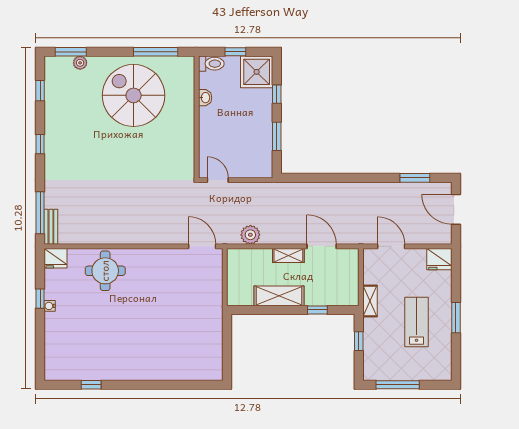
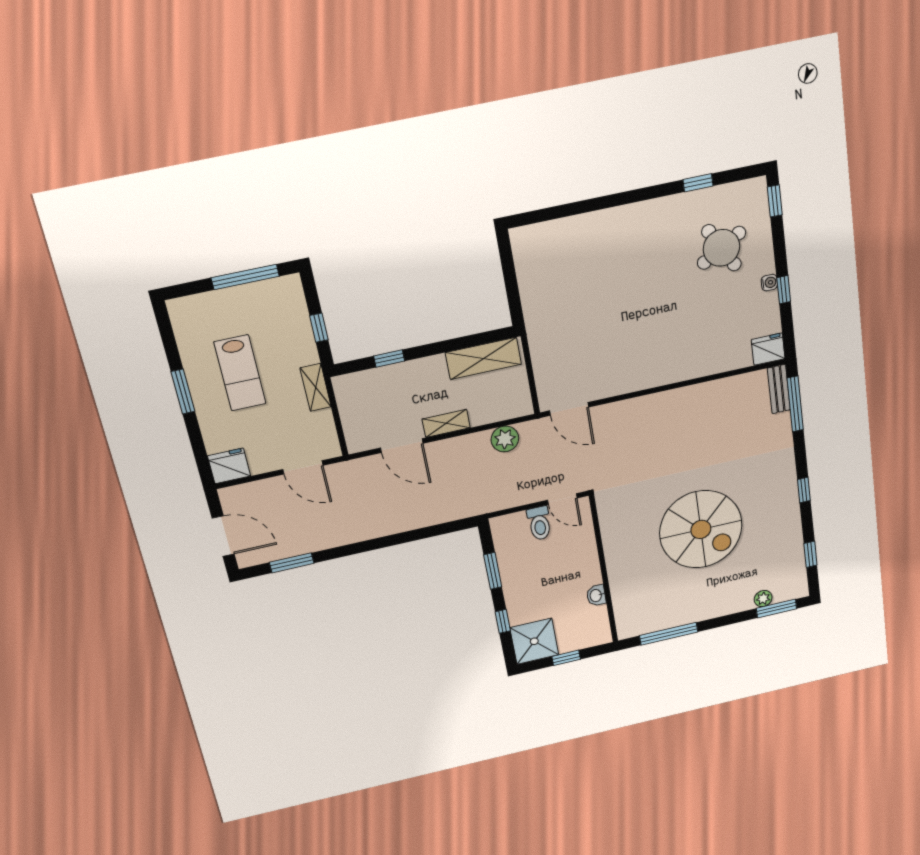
toilet: (211, 64) -> (539, 523), moved, turned -90
spiral stairs: (134, 95) -> (701, 529), moved
round table: (105, 271) -> (721, 248), moved, turned -30
shelving: (279, 296) -> (483, 358), moved
window: (40, 362) -> (775, 201), added

